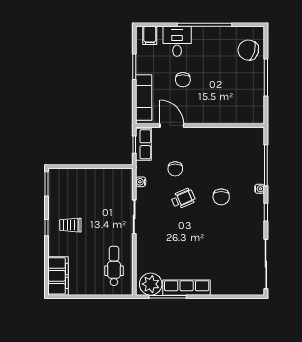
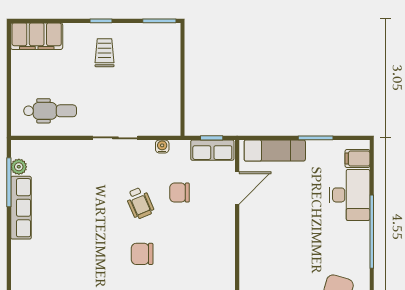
desk: (177, 41) -> (350, 195), width x1.37
chair: (183, 80) -> (298, 203), removed
plant: (151, 284) -> (19, 167), width x0.53, depth x0.53

